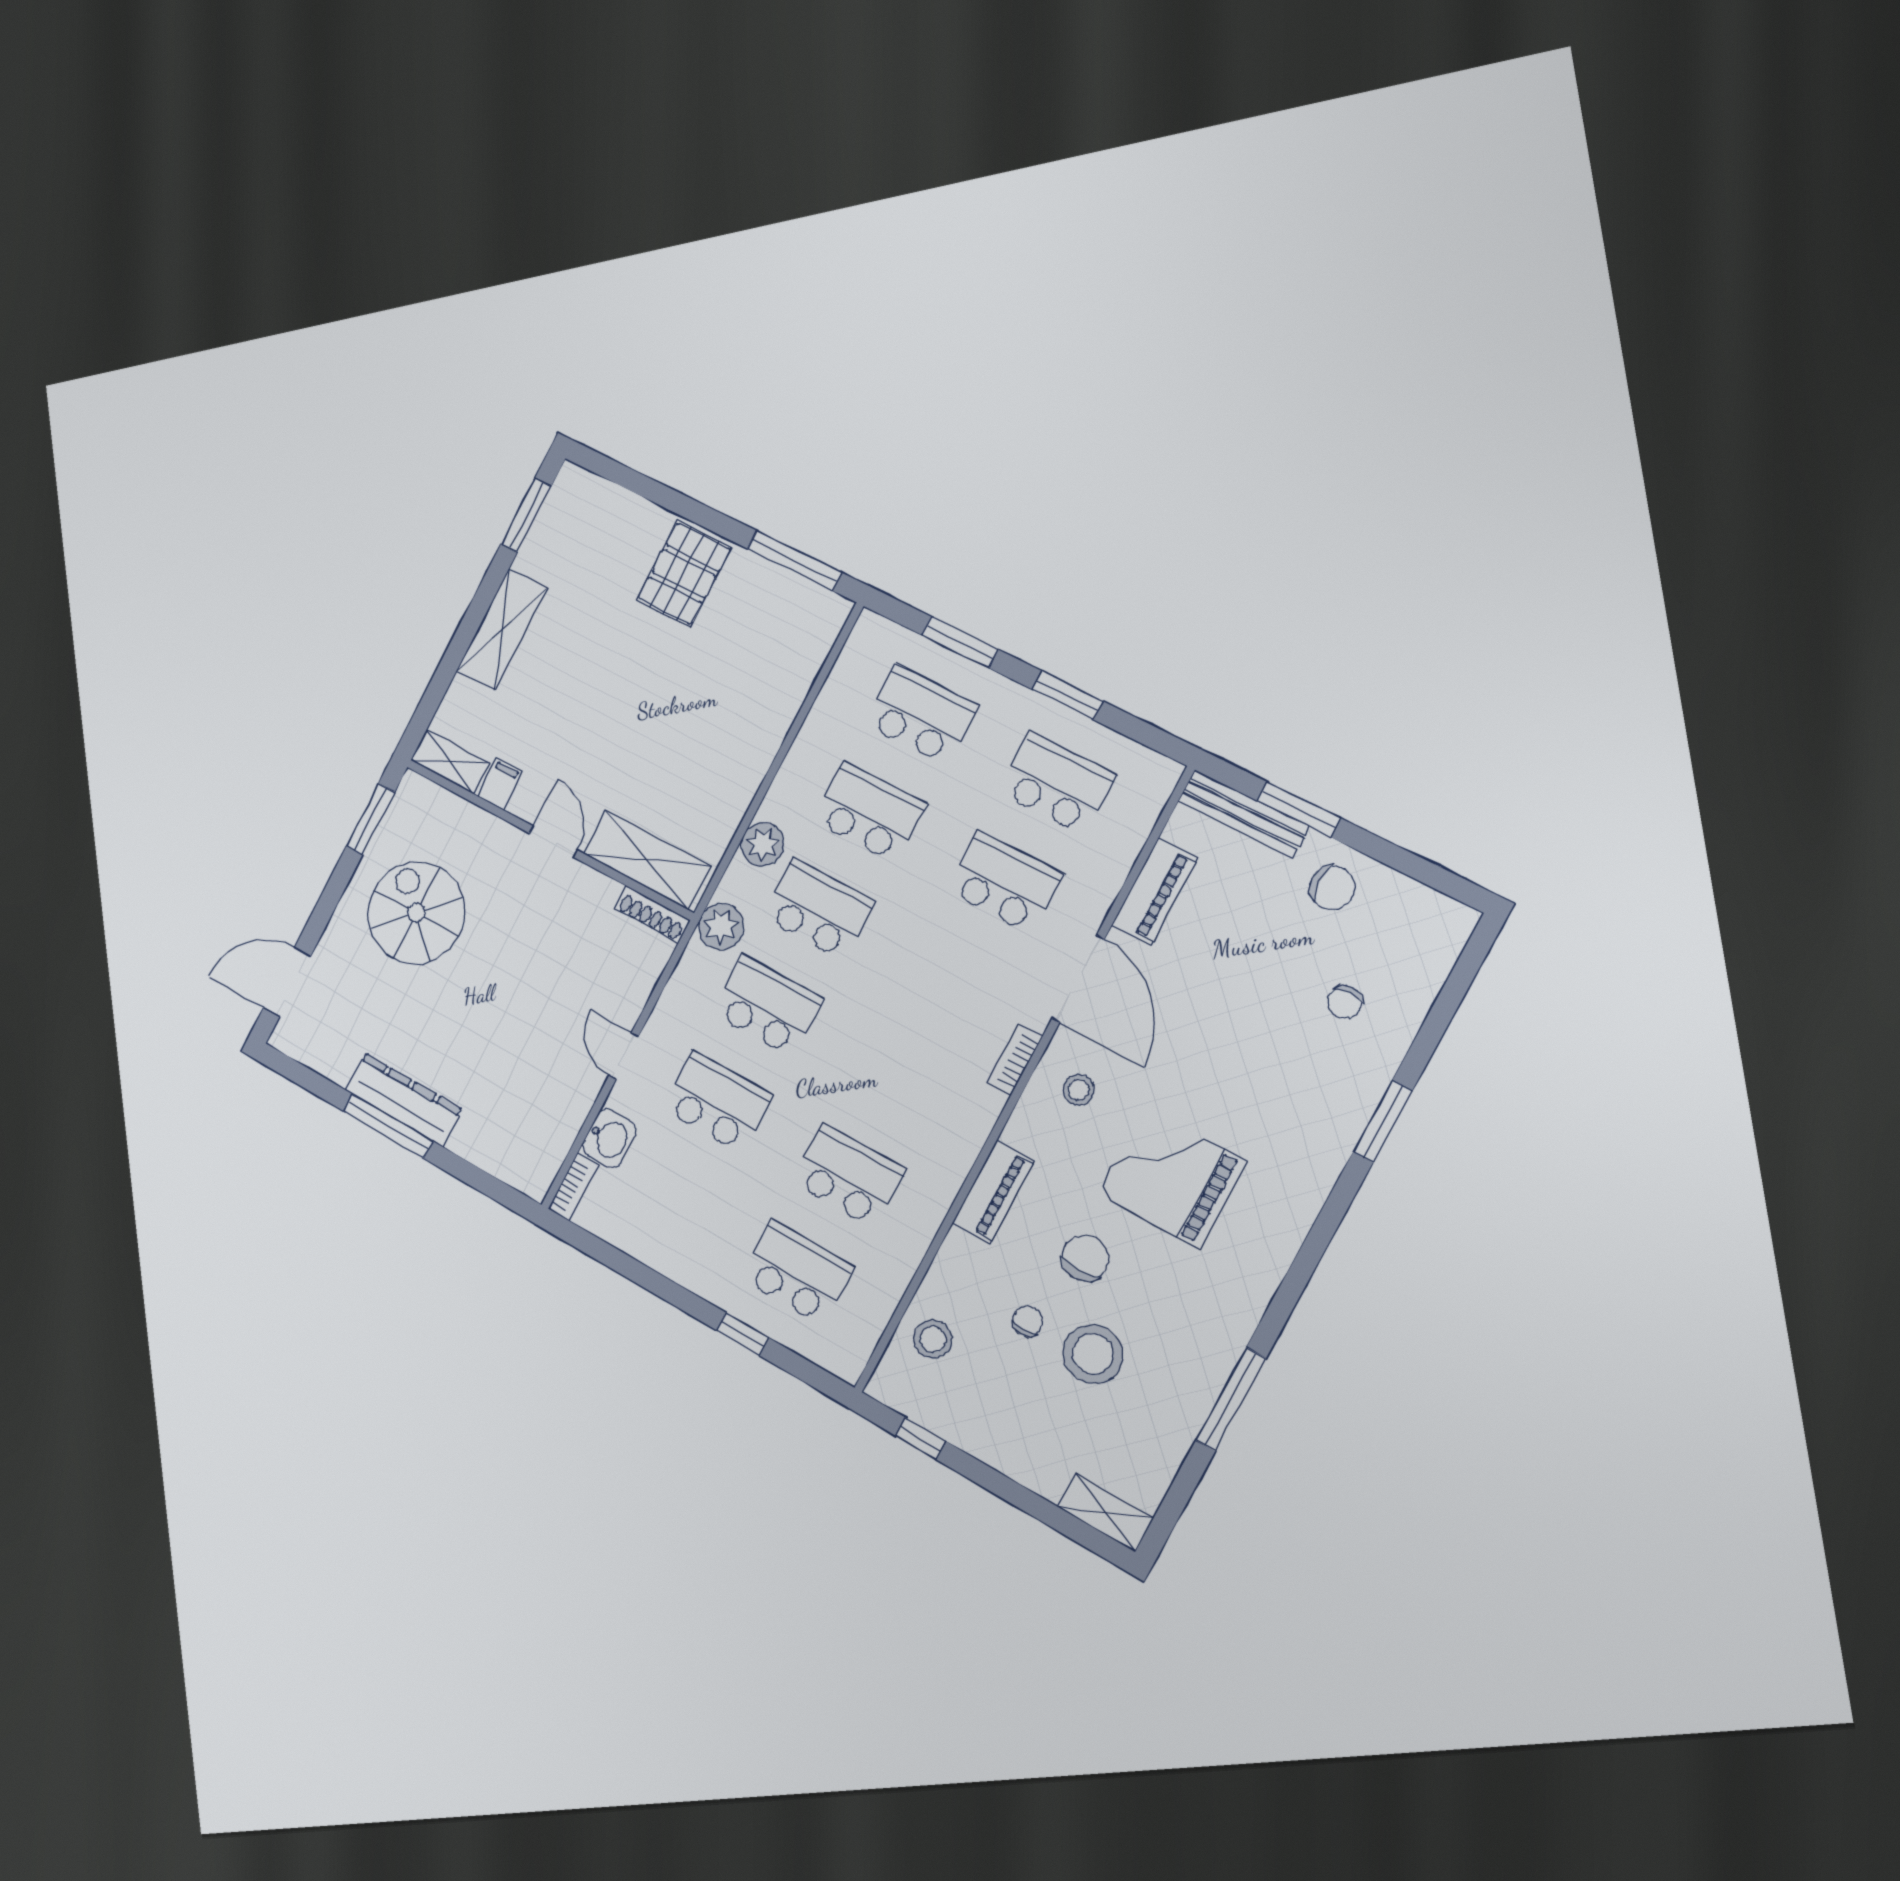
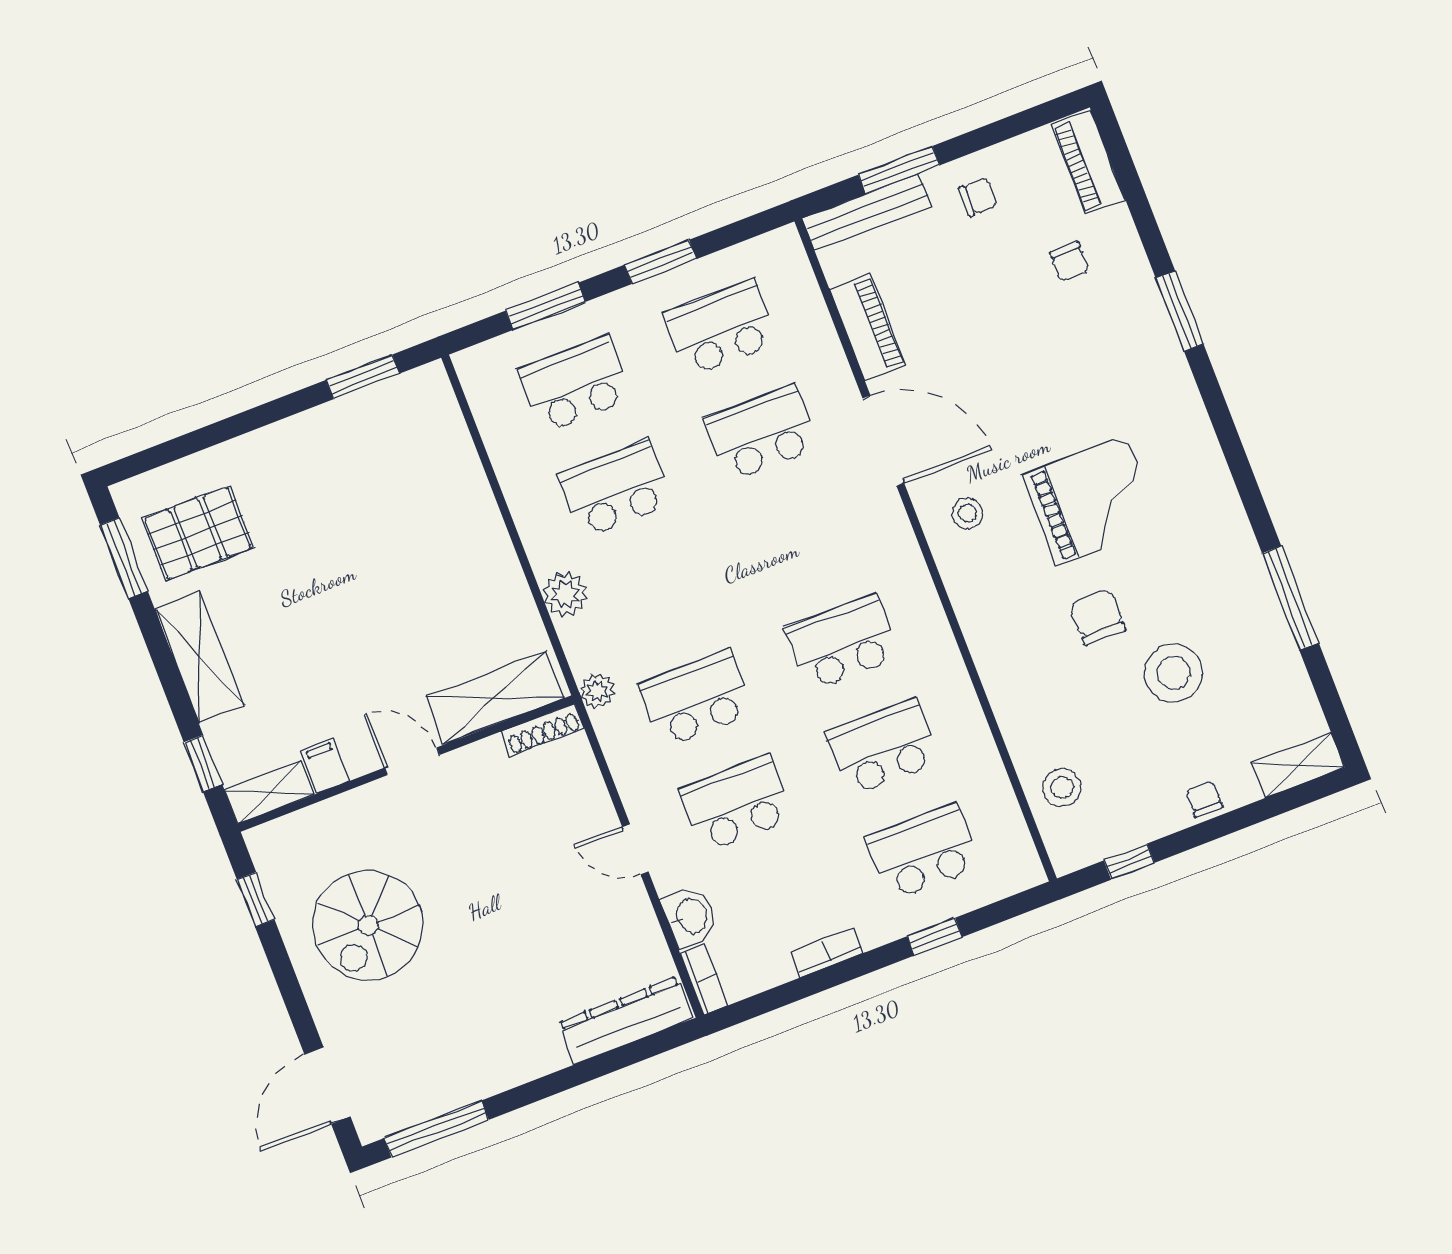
window: (794, 560) -> (363, 377), width x0.69
pallet: (684, 574) -> (198, 533), moved, turned 90
window: (432, 699) -> (203, 763), added
window: (370, 819) -> (256, 899), width x0.67
chair: (1332, 888) -> (978, 197), width x0.73, depth x0.73
school desk: (818, 909) -> (842, 642), moved
spiral stairs: (416, 913) -> (368, 925), turned -90
plant: (721, 926) -> (597, 691), width x0.73, depth x0.73
bookcase: (1015, 1059) -> (827, 953), moved, turned 90
dresser: (404, 1100) -> (626, 1021), moved
window: (388, 1126) -> (436, 1129), moved
grand piano: (1172, 1178) -> (1092, 500), turned 180
piano: (993, 1192) -> (1088, 162), moved, turned 180
chair: (1028, 1321) -> (1204, 799), moved

